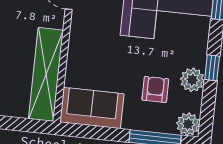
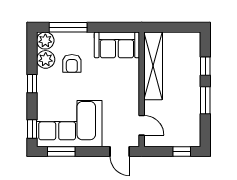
plant: (192, 80) -> (46, 59), moved

